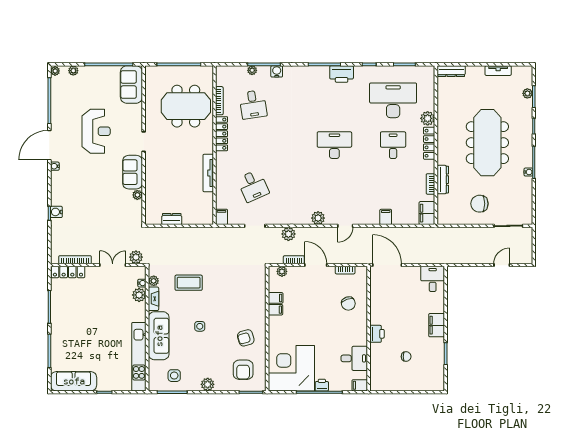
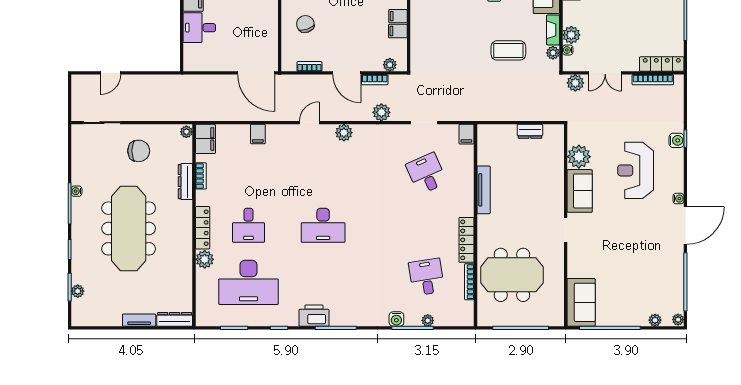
tv unit: (498, 71) -> (139, 320), moved
reception desk: (96, 131) -> (636, 170), moved
plant: (137, 195) -> (579, 157), width x1.87, depth x1.87
plant: (442, 219) -> (186, 132), added
desk: (433, 279) -> (199, 28), moved, turned 90

